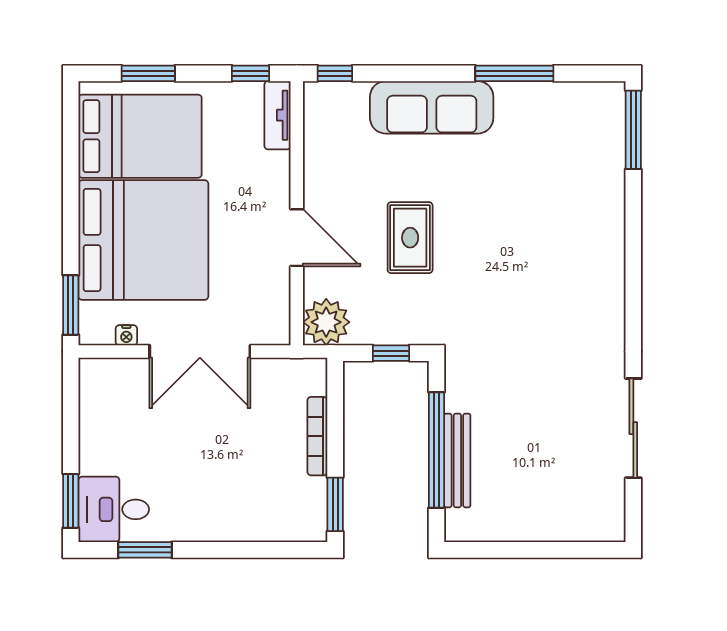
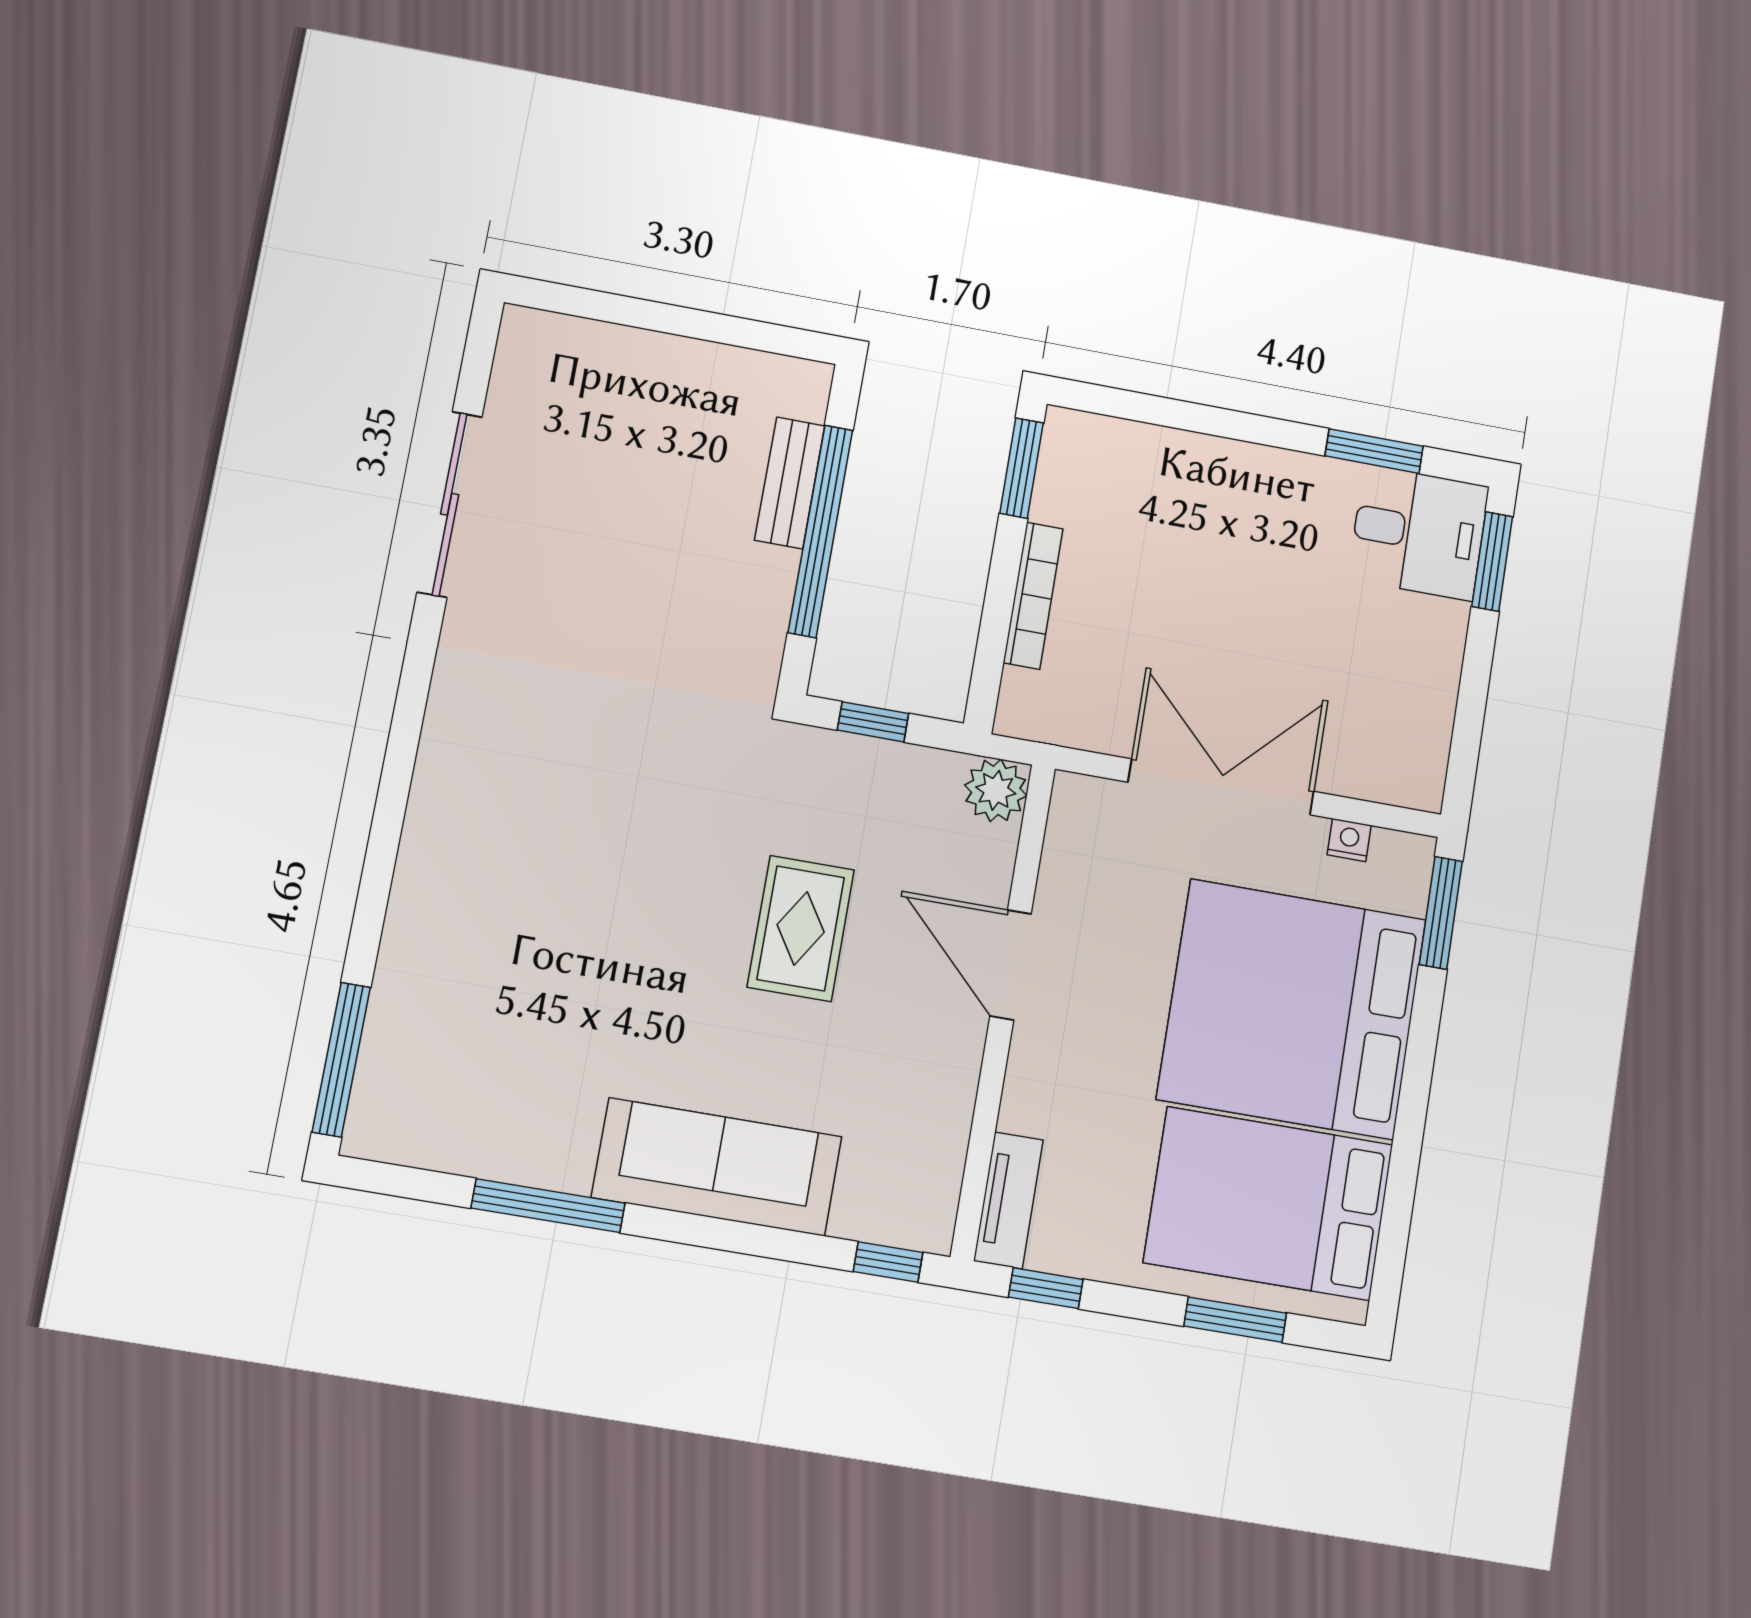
plant: (326, 322) -> (996, 790), width x0.73, depth x0.73
bench: (457, 460) -> (790, 483), width x0.73

